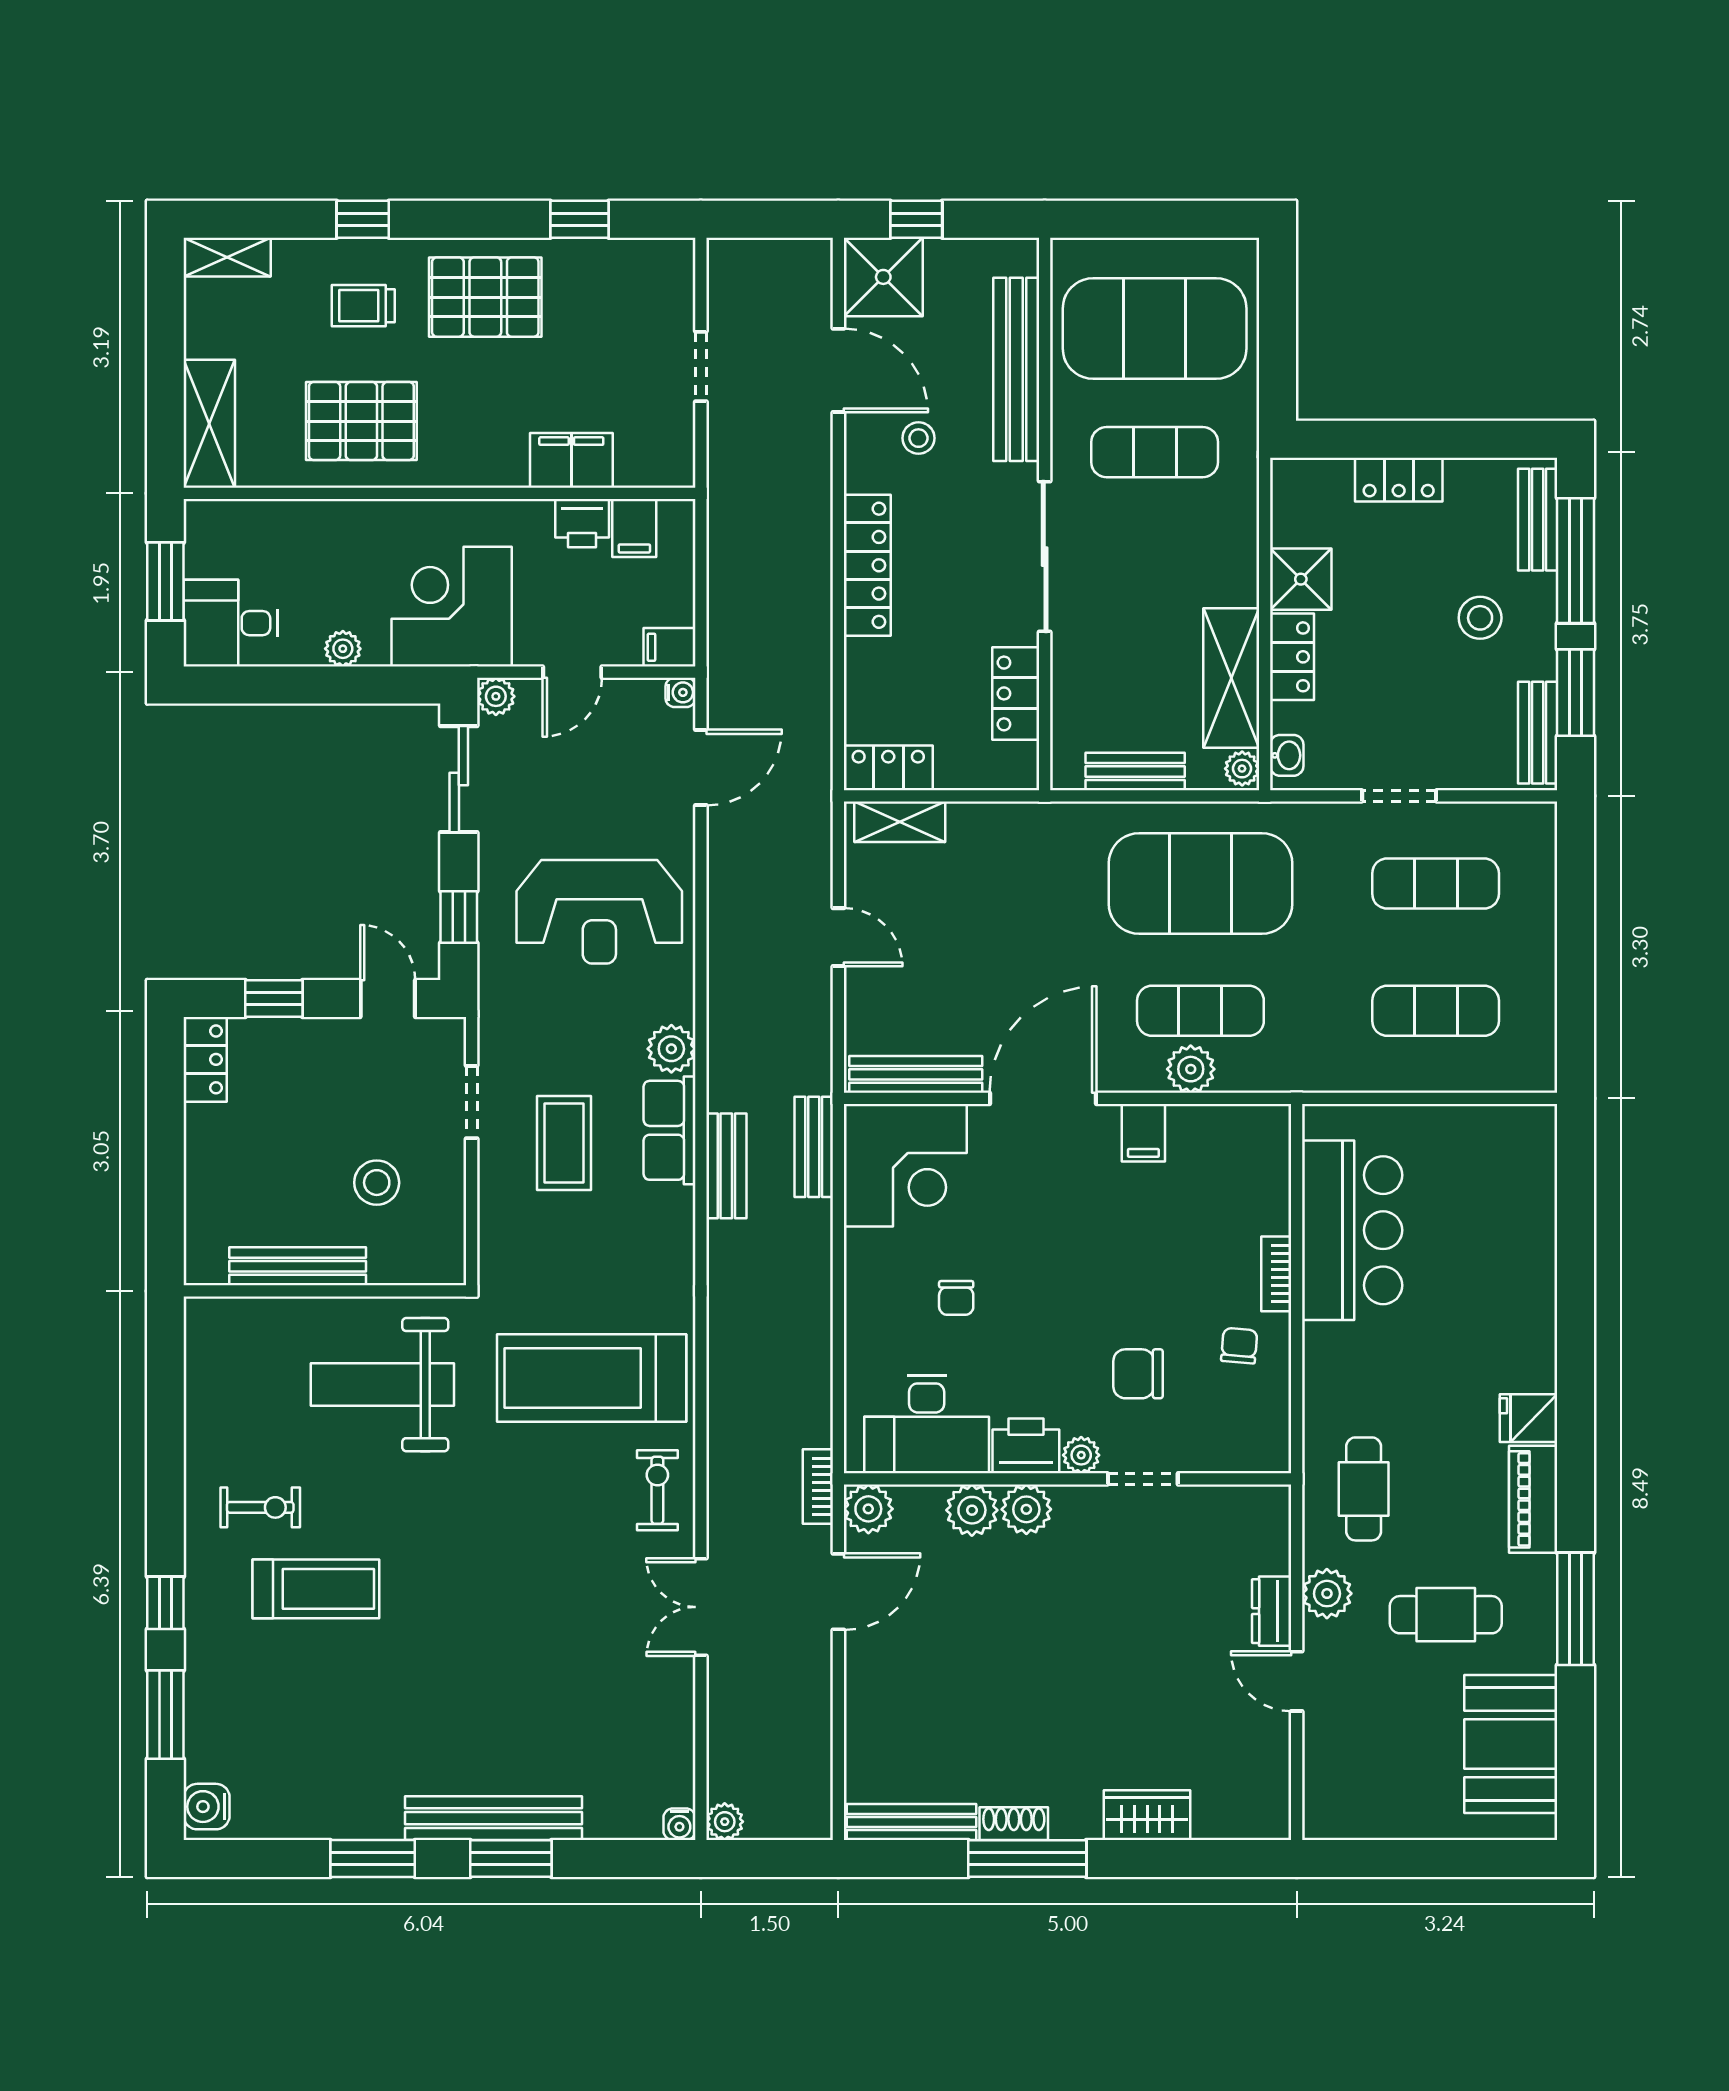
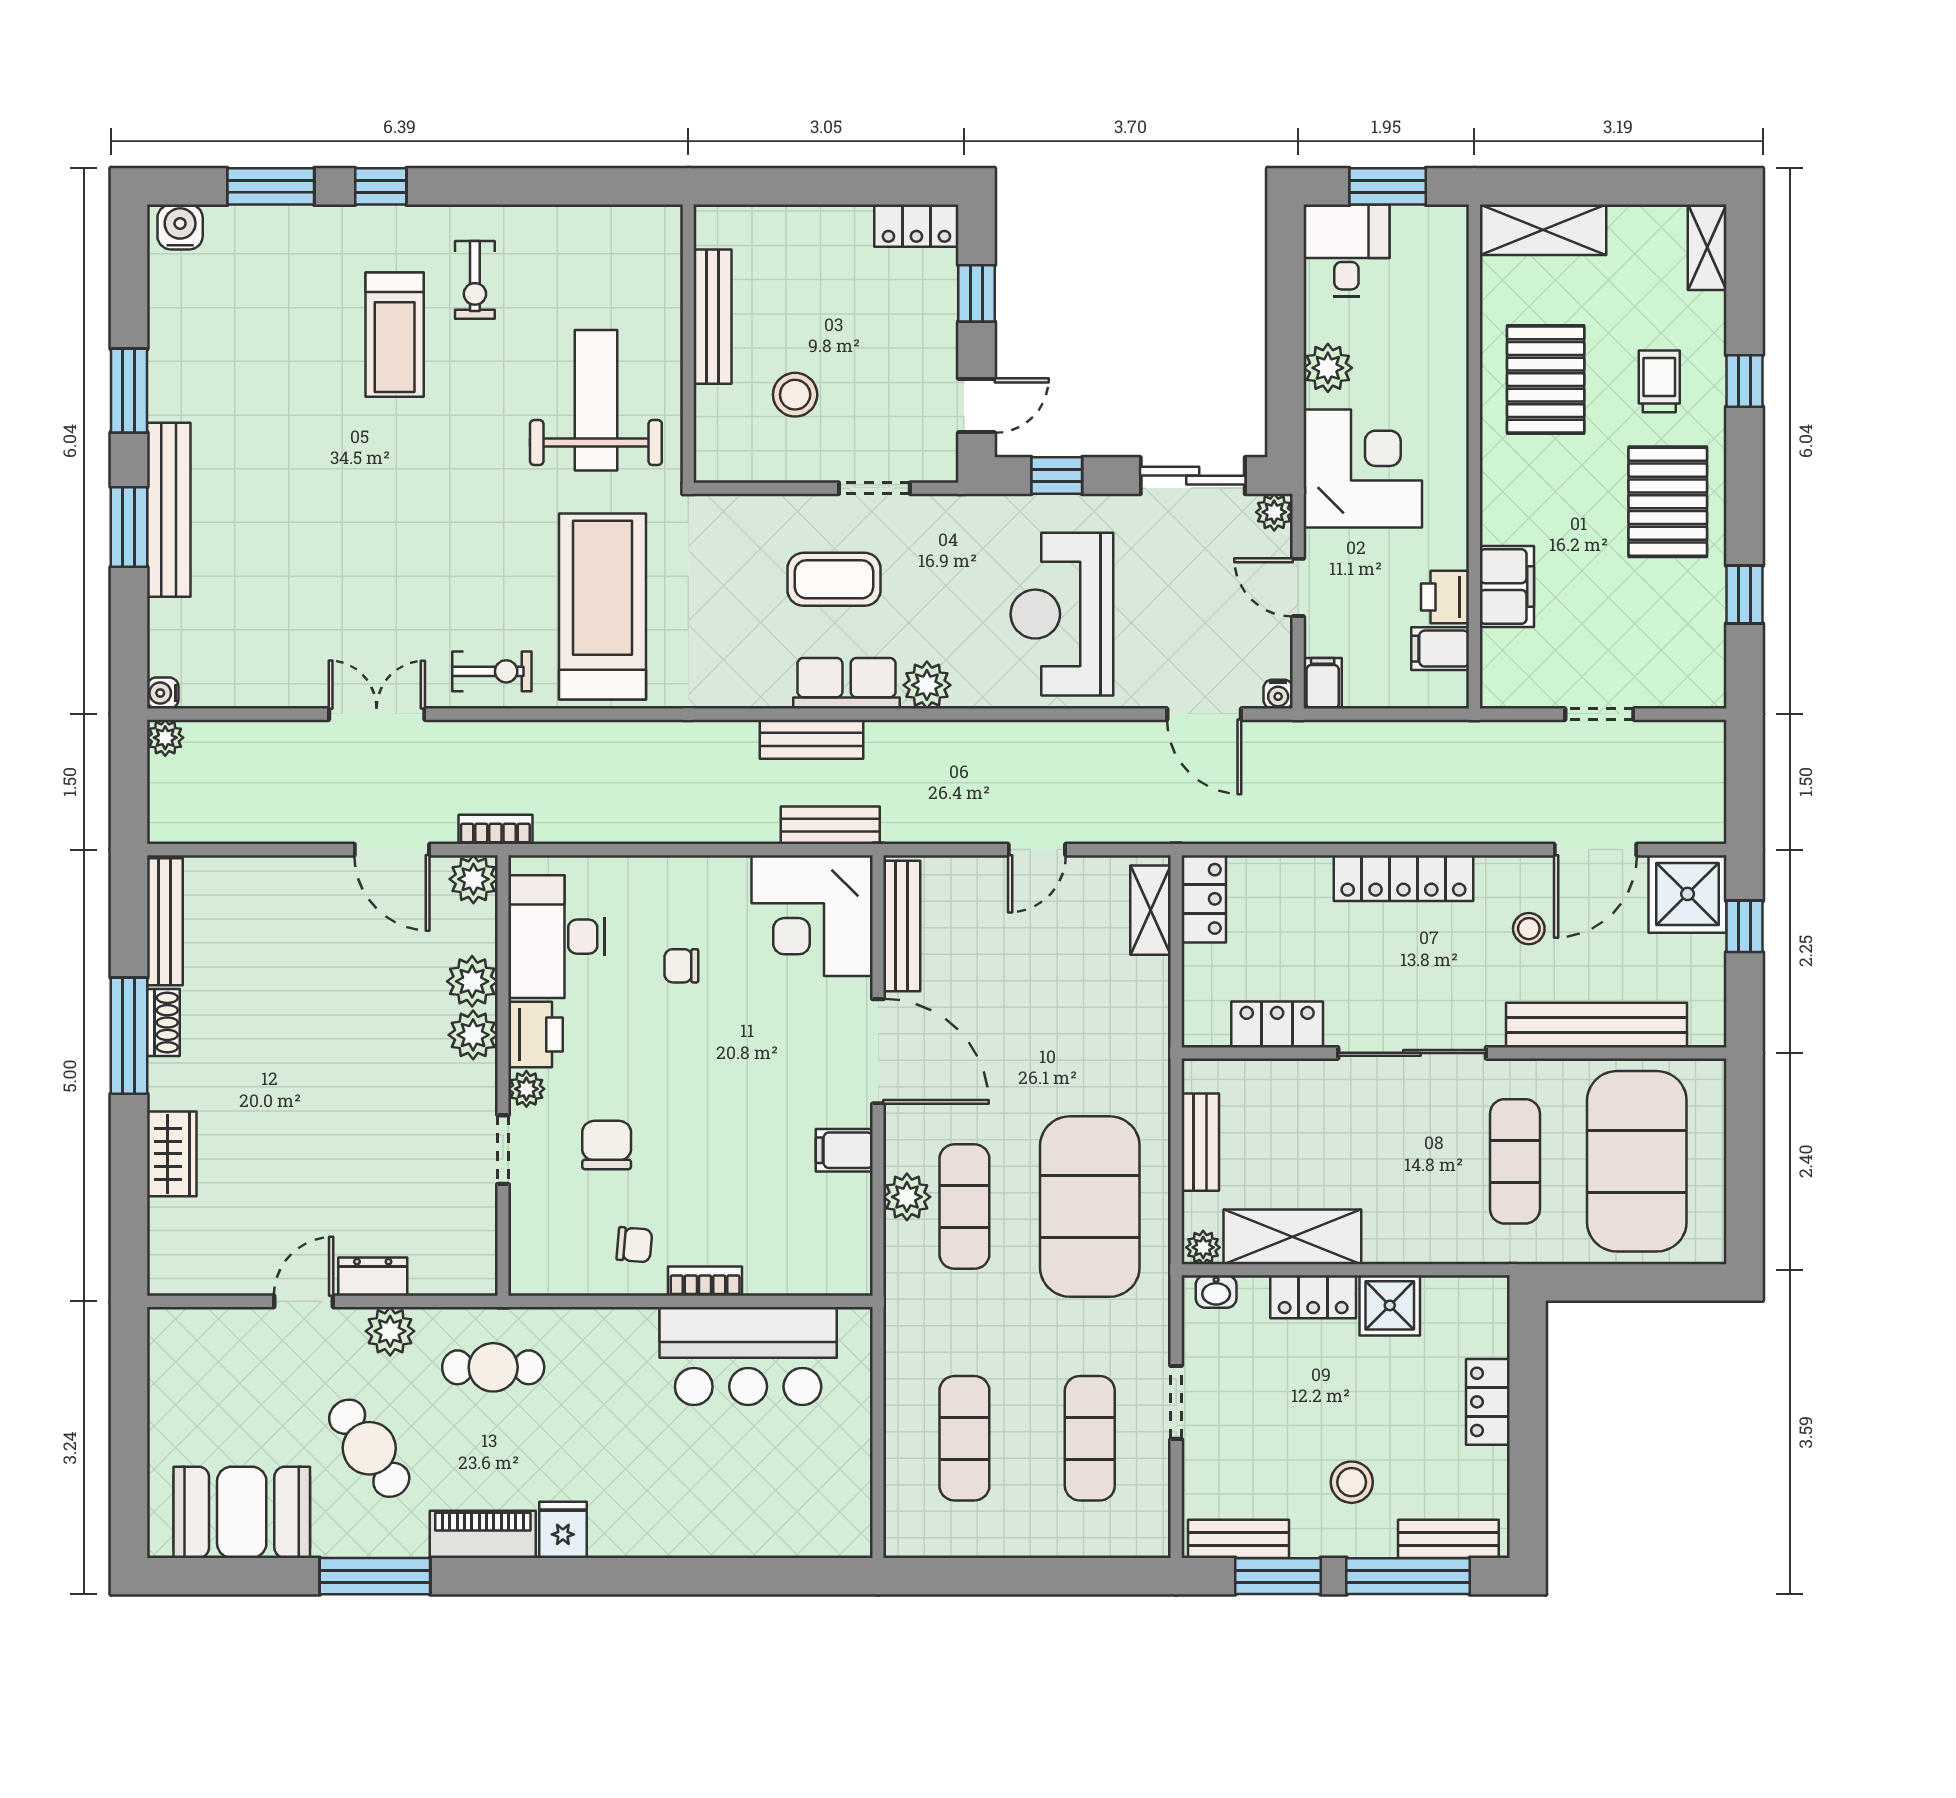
plant: (343, 649) -> (1328, 368), width x1.38, depth x1.38
cafe table: (1446, 1615) -> (369, 1448), turned -35

